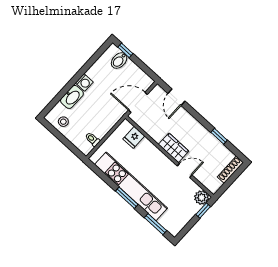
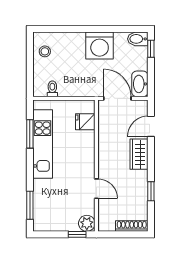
bidet: (119, 61) -> (138, 39), moved
washing machine: (84, 82) -> (100, 45), width x1.89, depth x1.89
washbasin: (72, 97) -> (140, 84), moved, turned 90
wardrobe: (174, 148) -> (139, 154), moved, turned 180
kitchen unit: (131, 186) -> (43, 144), width x0.73
window: (127, 198) -> (30, 134), moved

